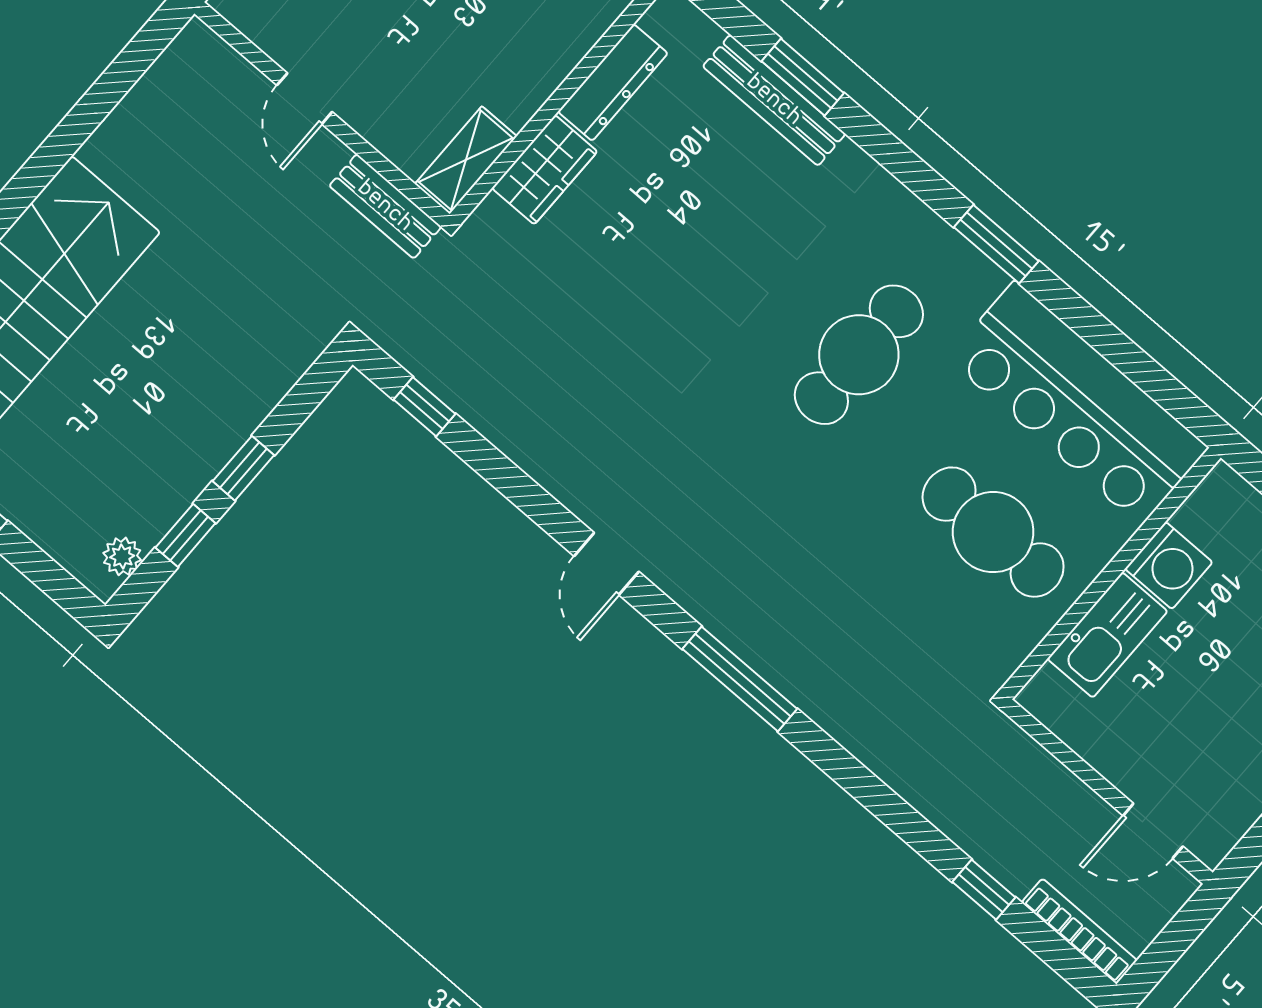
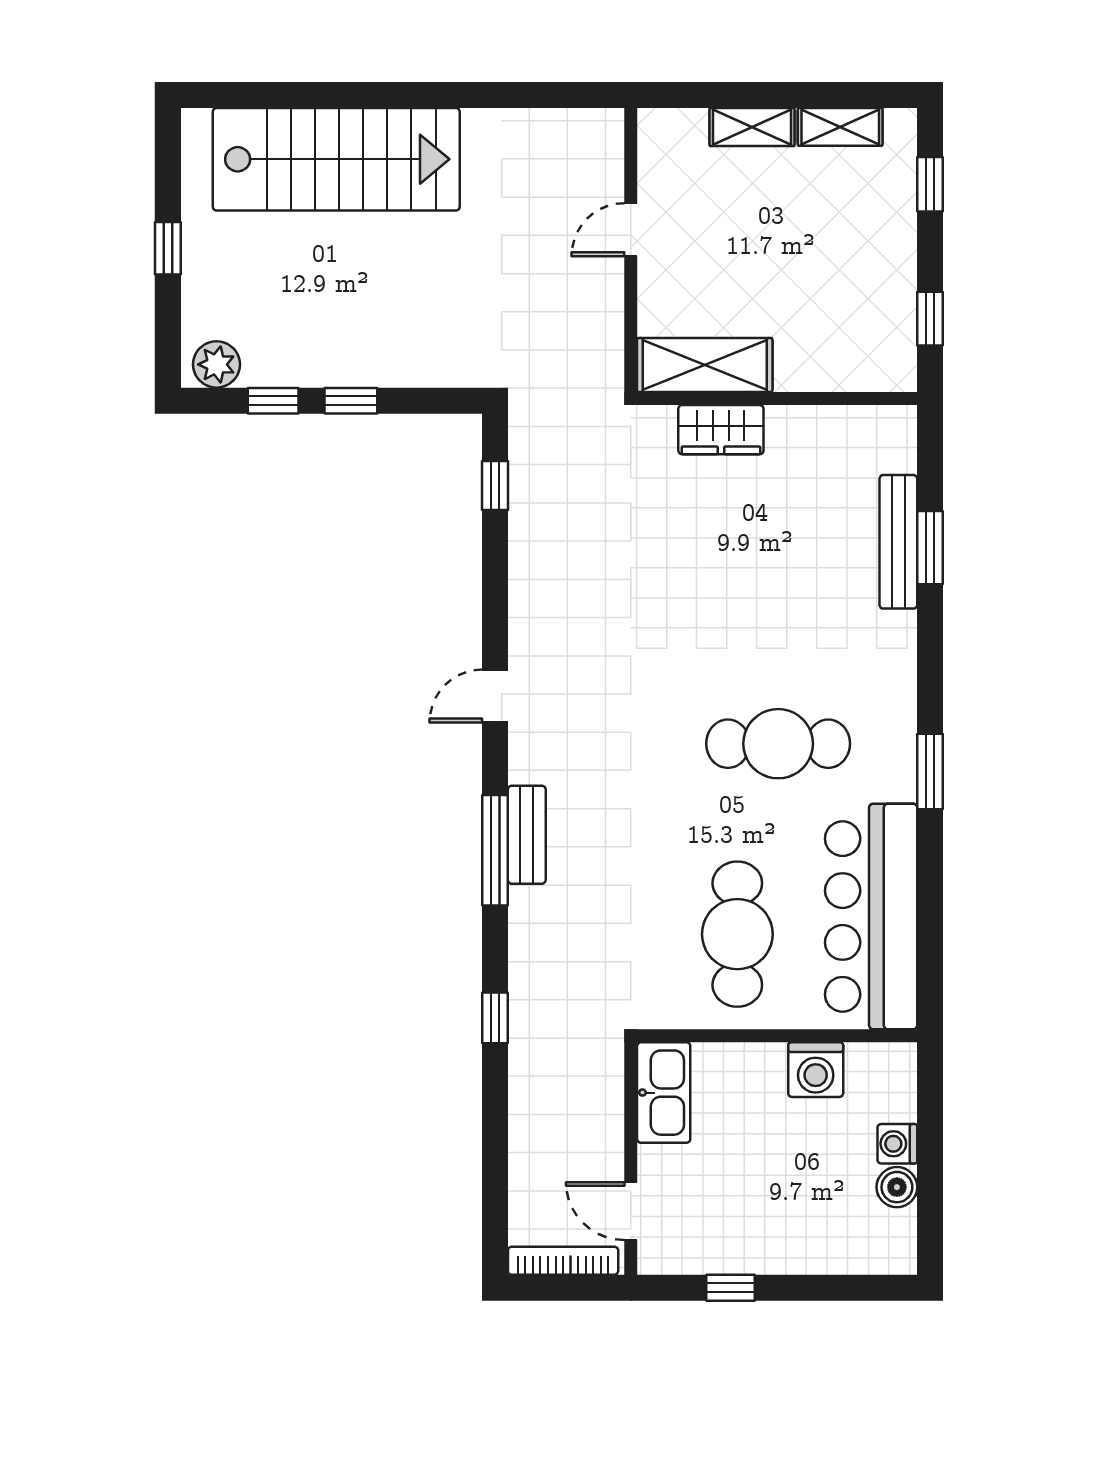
dresser: (613, 82) -> (818, 425), removed
shelving: (466, 160) -> (705, 365), width x1.50, depth x1.33
bench: (385, 206) -> (527, 835), moved
plant: (122, 556) -> (216, 364), width x1.38, depth x1.38
kitchen sink: (1107, 635) -> (664, 1093), moved, turned -90
window: (984, 890) -> (495, 1018), moved
bookcase: (1079, 931) -> (563, 1261), moved, turned -90

